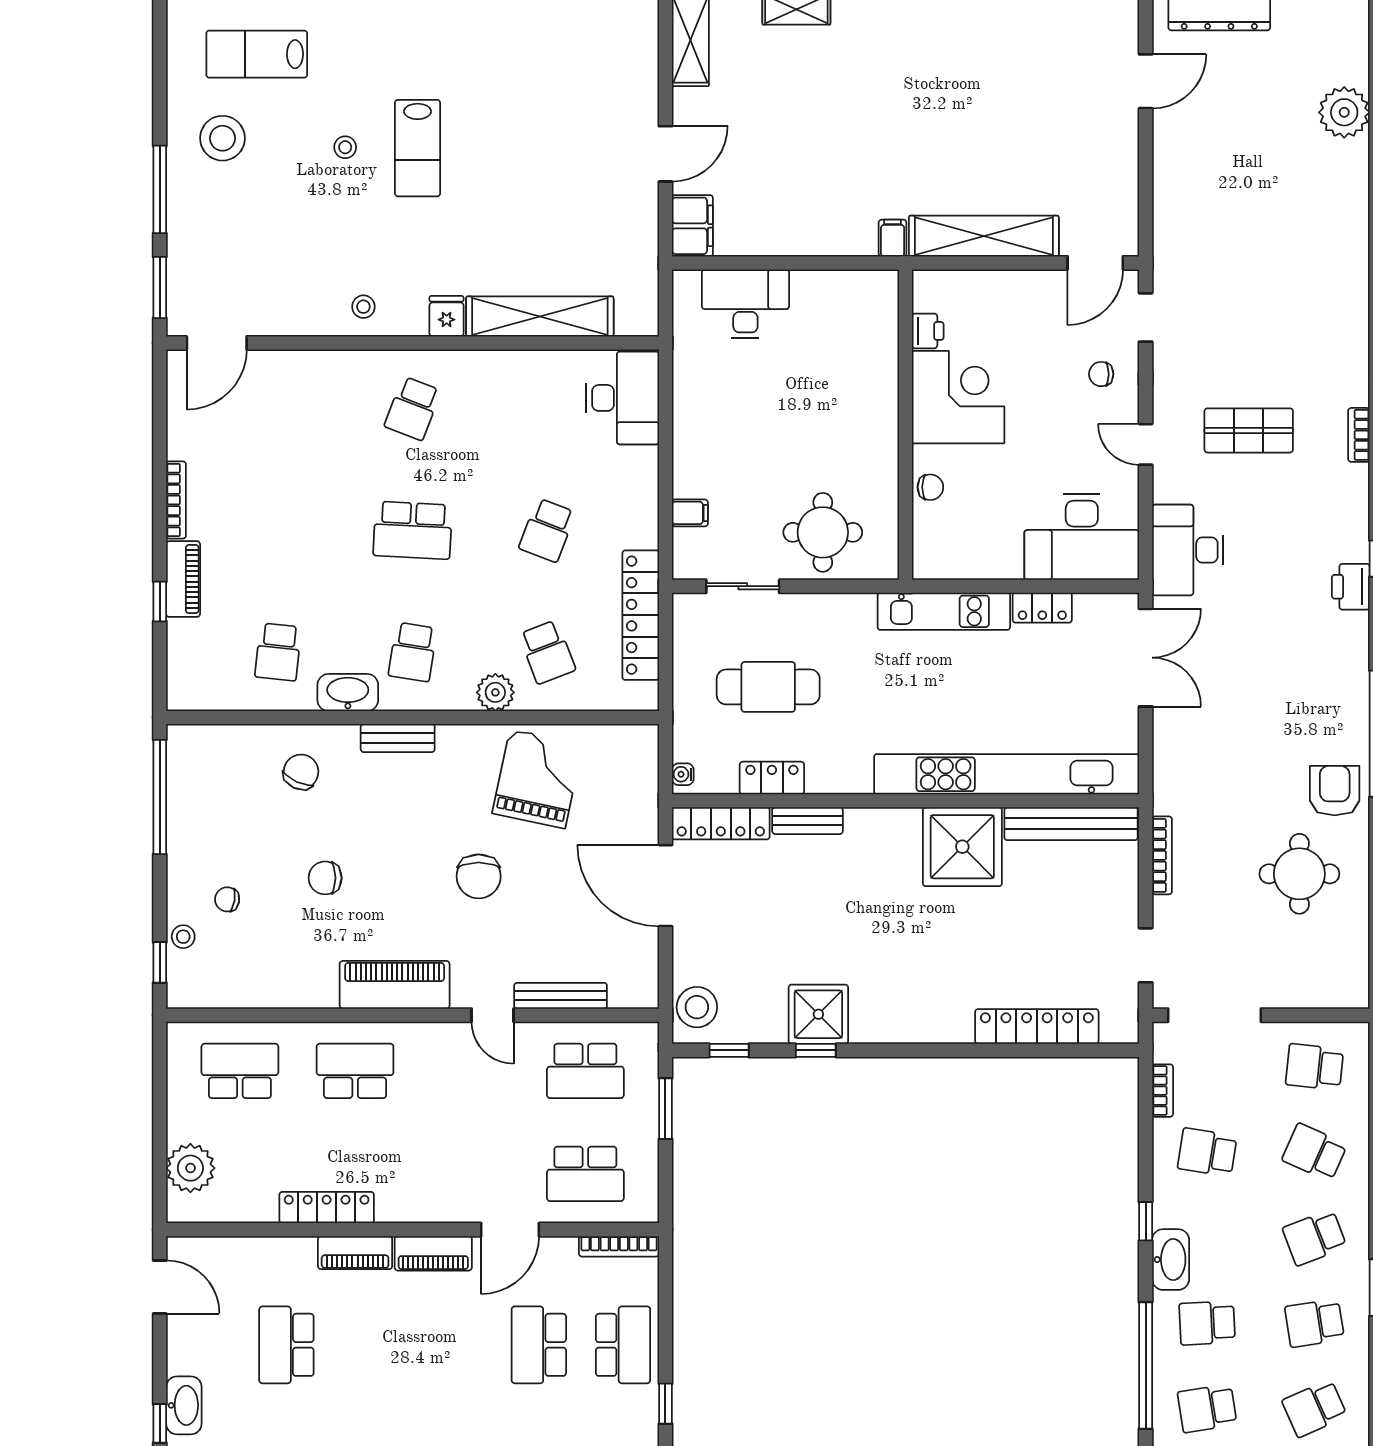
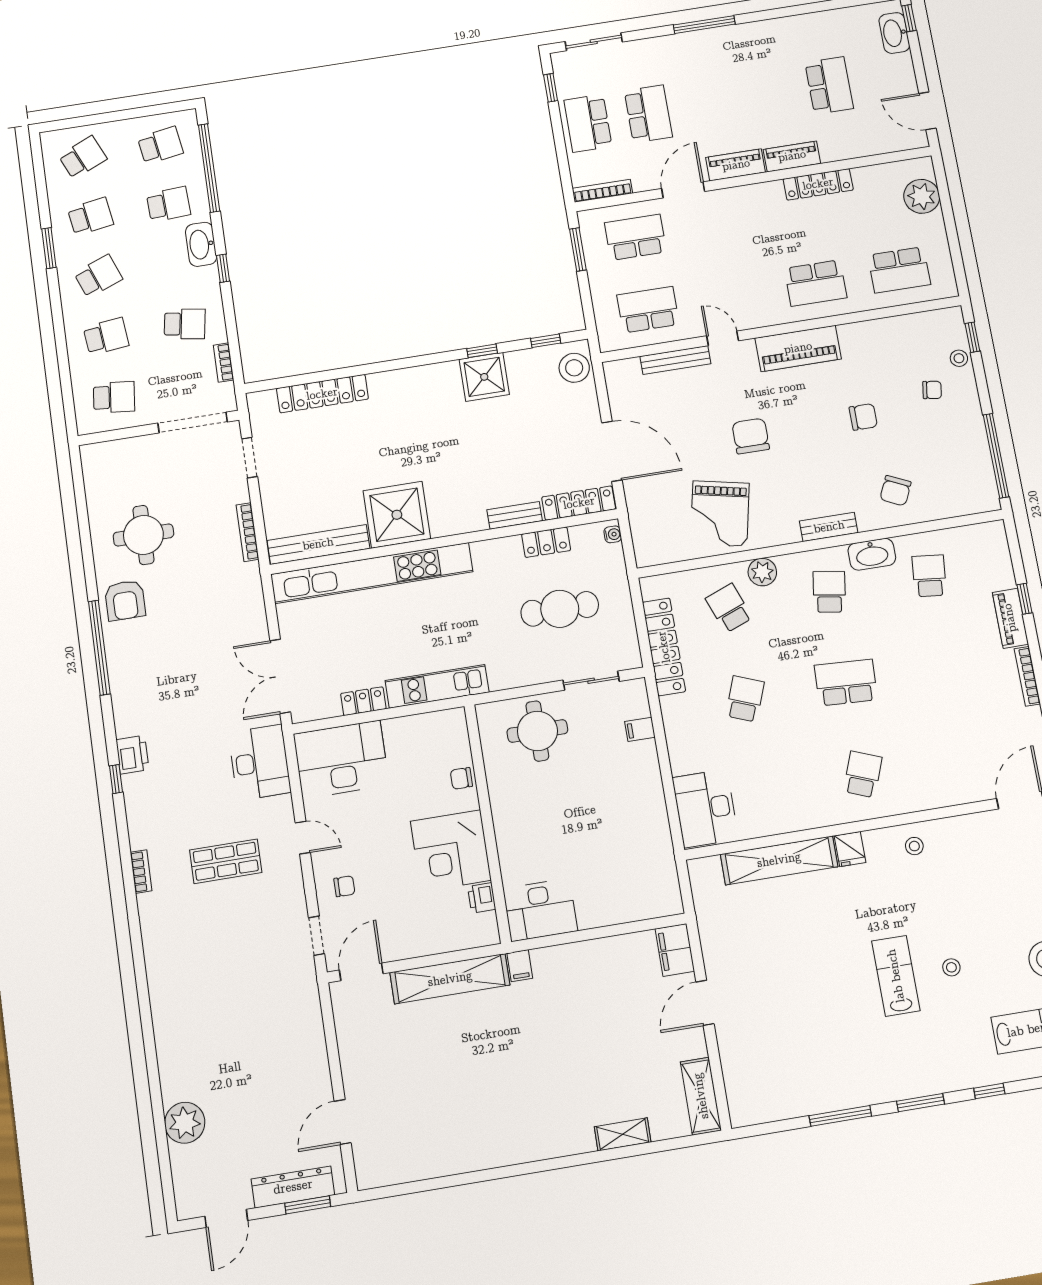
desk: (745, 304) -> (540, 910), moved
window: (665, 1109) -> (578, 249), moved
school desk: (1315, 1152) -> (106, 336), turned -30

